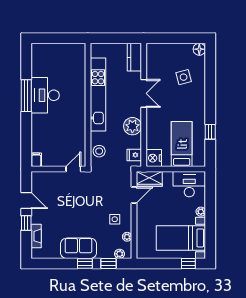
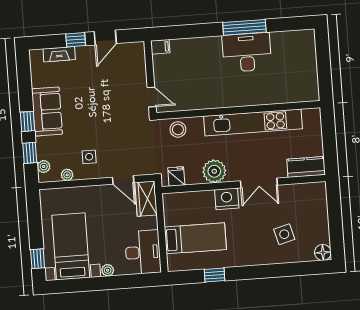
nightstand: (154, 158) -> (227, 199), moved

